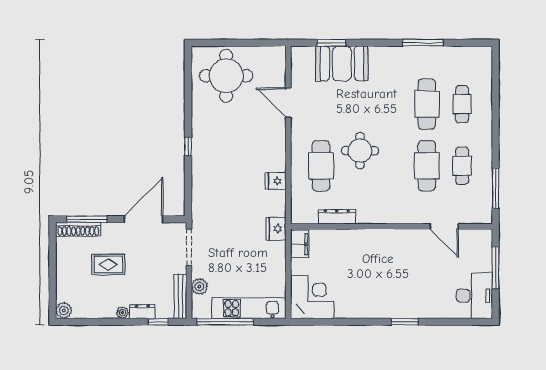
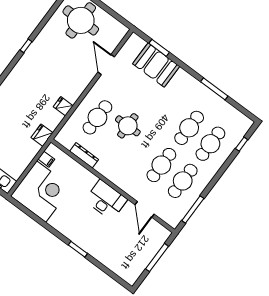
window: (496, 80) -> (242, 144), added
cafe table: (462, 104) -> (210, 144), width x1.37, depth x1.35
cafe table: (462, 166) -> (183, 181), width x1.37, depth x1.35
filing cabinet: (300, 244) -> (46, 159), width x0.50
desk: (474, 296) -> (106, 200), moved, turned -90
corner desk: (312, 297) -> (41, 192), width x1.36, depth x1.36

